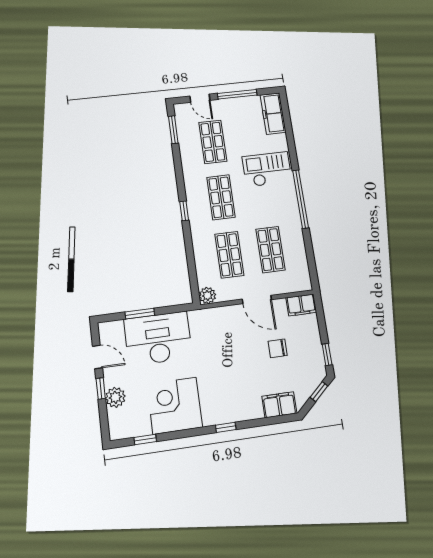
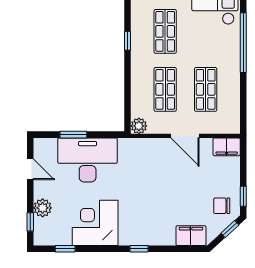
chair: (278, 348) -> (222, 206), moved
window: (101, 388) -> (30, 222), moved

